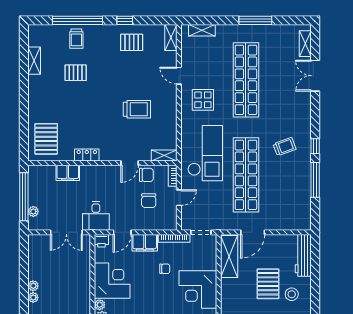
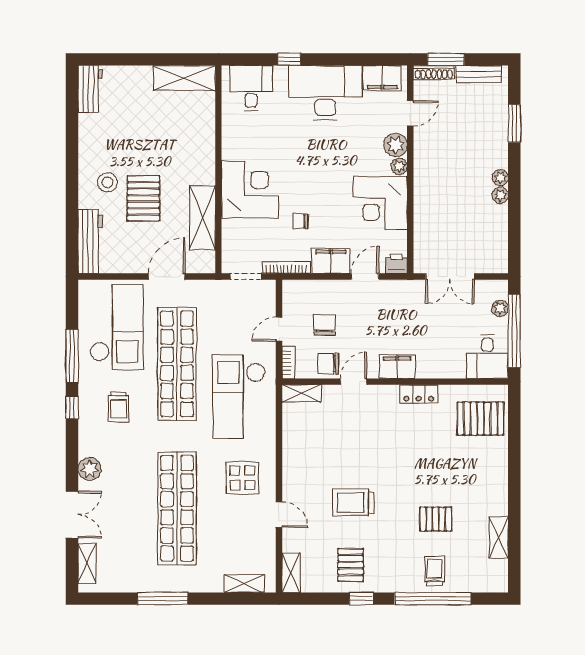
pallet: (132, 42) -> (351, 565), turned 90
plant: (303, 106) -> (90, 469), added
trolley: (137, 109) -> (353, 503), moved
pallet: (46, 139) -> (481, 419), turned 90
trolley: (284, 147) -> (118, 407), turned -70
filing cabinet: (68, 173) -> (397, 367), moved
checkout: (286, 199) -> (117, 327), added
desk: (96, 216) -> (487, 357), moved, turned 180
double door: (66, 232) -> (450, 277), swing flipped
shelving: (229, 257) -> (203, 218), moved

